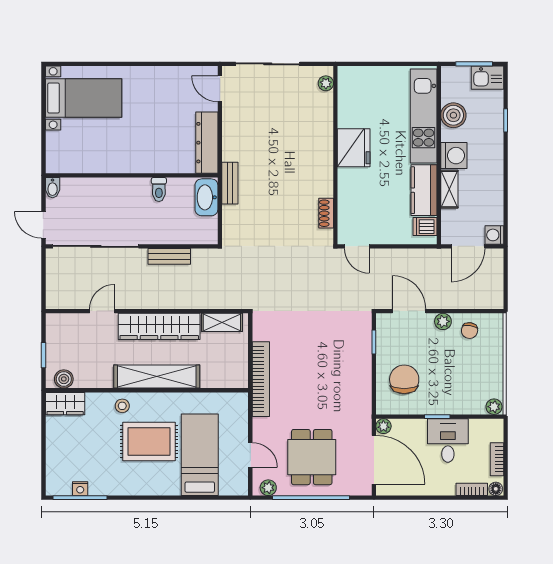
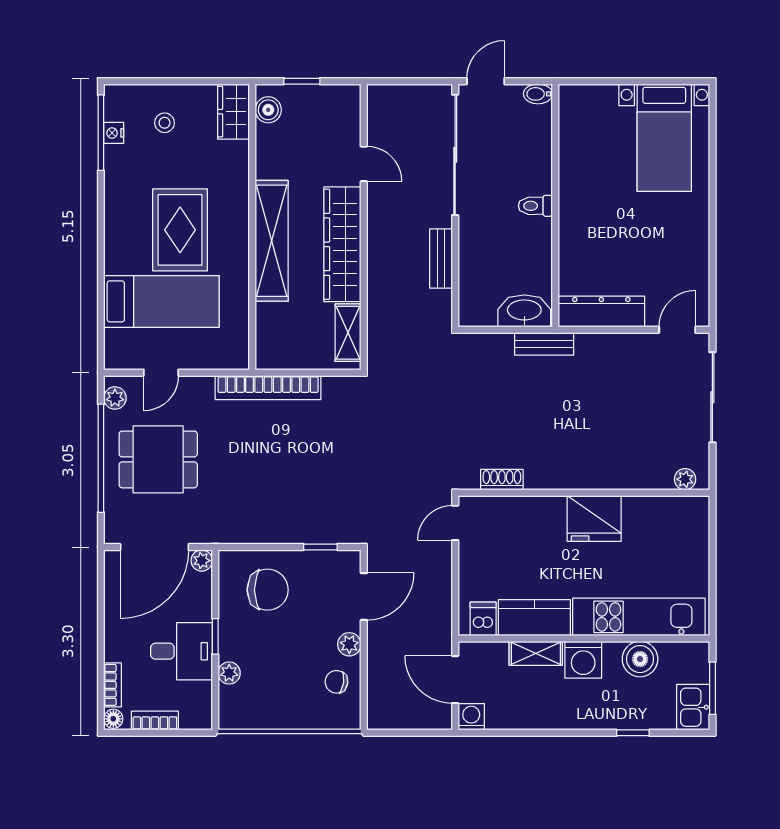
toilet: (159, 189) -> (535, 206), moved
stool: (122, 406) -> (165, 123), moved
plant: (494, 407) -> (229, 673), moved

